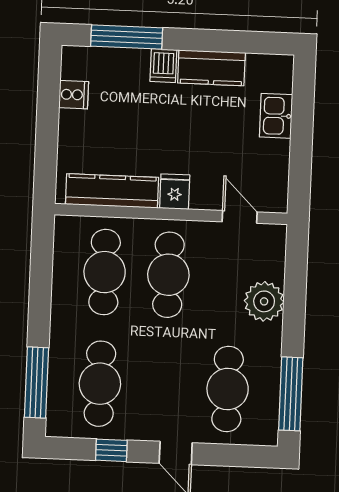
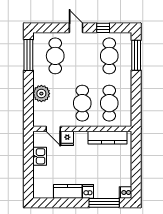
cooker: (74, 95) -> (125, 193), moved
kitchen sink: (276, 116) -> (40, 156), moved
fridge: (175, 192) -> (67, 138), moved

